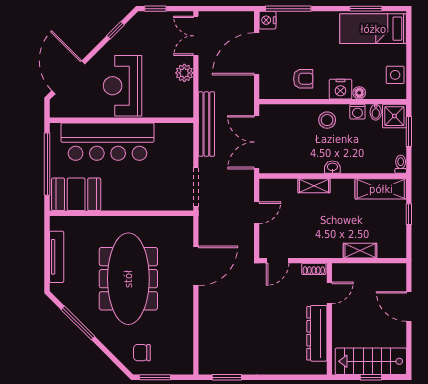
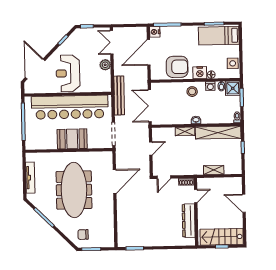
armchair: (303, 79) -> (177, 67), width x1.88, depth x1.88
bar counter: (107, 142) -> (70, 107), width x1.36
shelving: (381, 189) -> (218, 133), width x1.47
booth: (76, 194) -> (72, 139), moved

